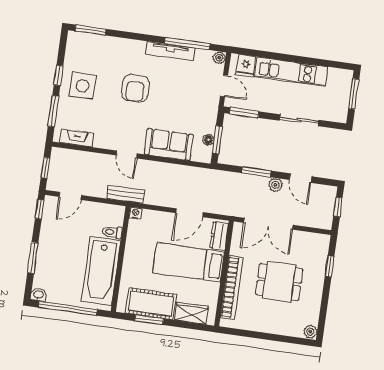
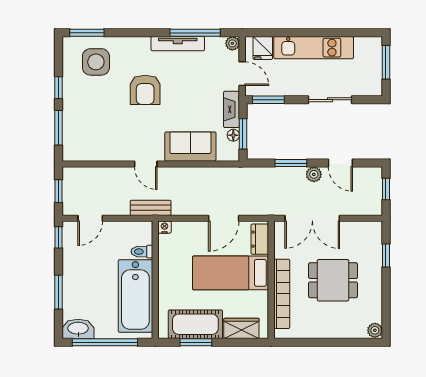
side table: (83, 86) -> (96, 62), moved
fireplace: (77, 138) -> (232, 109), moved, turned -90
washbasin: (38, 295) -> (78, 329), width x1.91, depth x1.45

